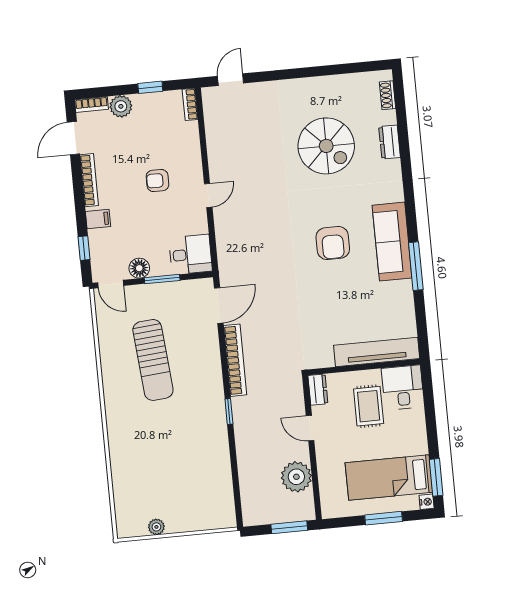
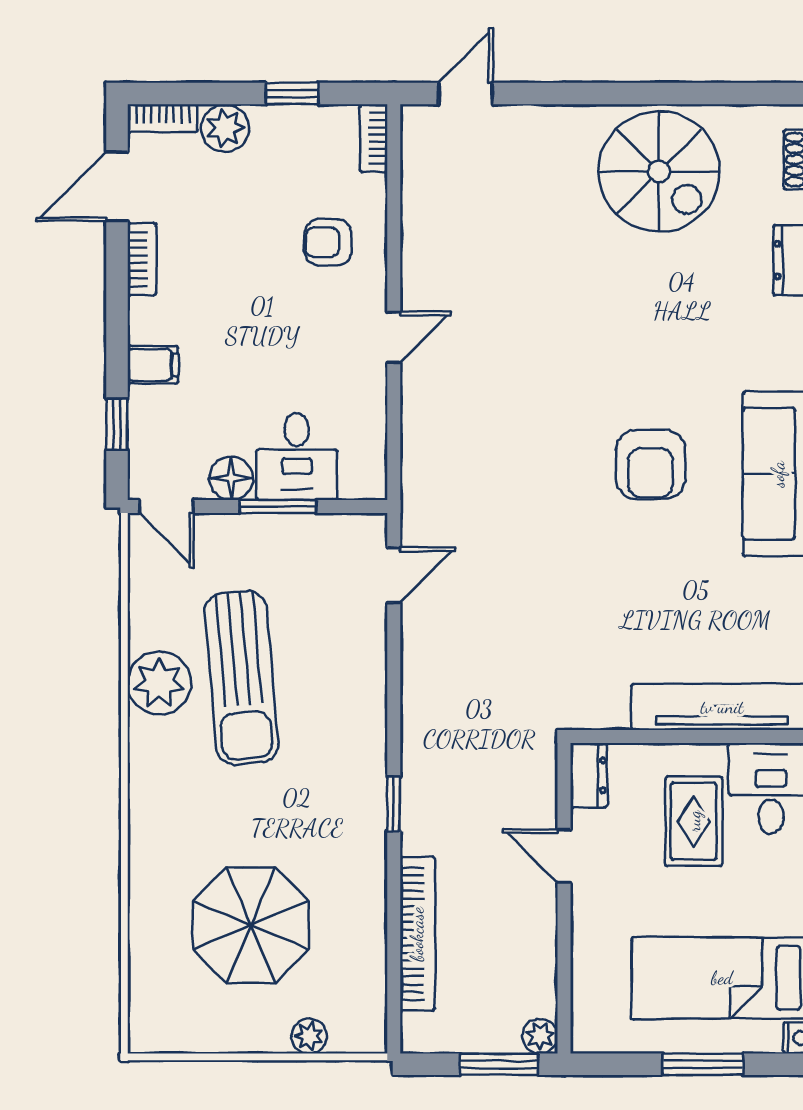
spiral stairs: (326, 146) -> (659, 172), moved
bookcase: (89, 180) -> (142, 259), width x0.64
armchair: (157, 181) -> (328, 242), moved
desk: (190, 254) -> (297, 457), moved, turned 90
door: (219, 306) -> (394, 575), width x0.73
bookcase: (235, 360) -> (417, 934), moved
plant: (115, 366) -> (159, 683), added
parasol: (168, 474) -> (251, 925), added
plant: (296, 477) -> (540, 1036), moved, width x0.53, depth x0.53
plant: (156, 527) -> (309, 1036), moved

